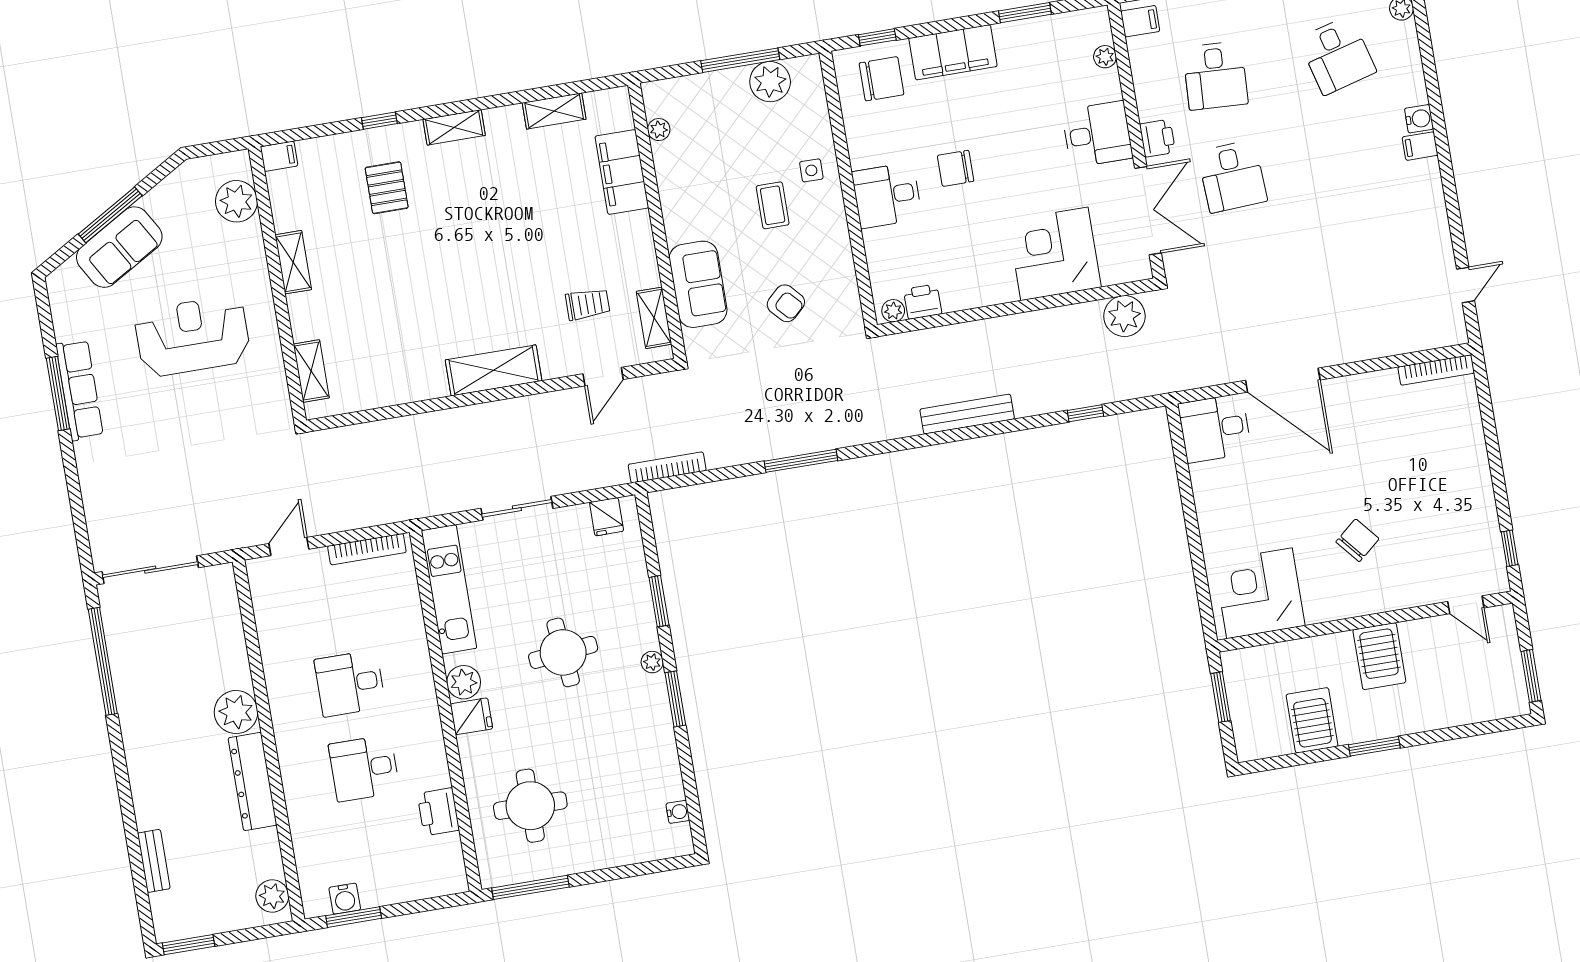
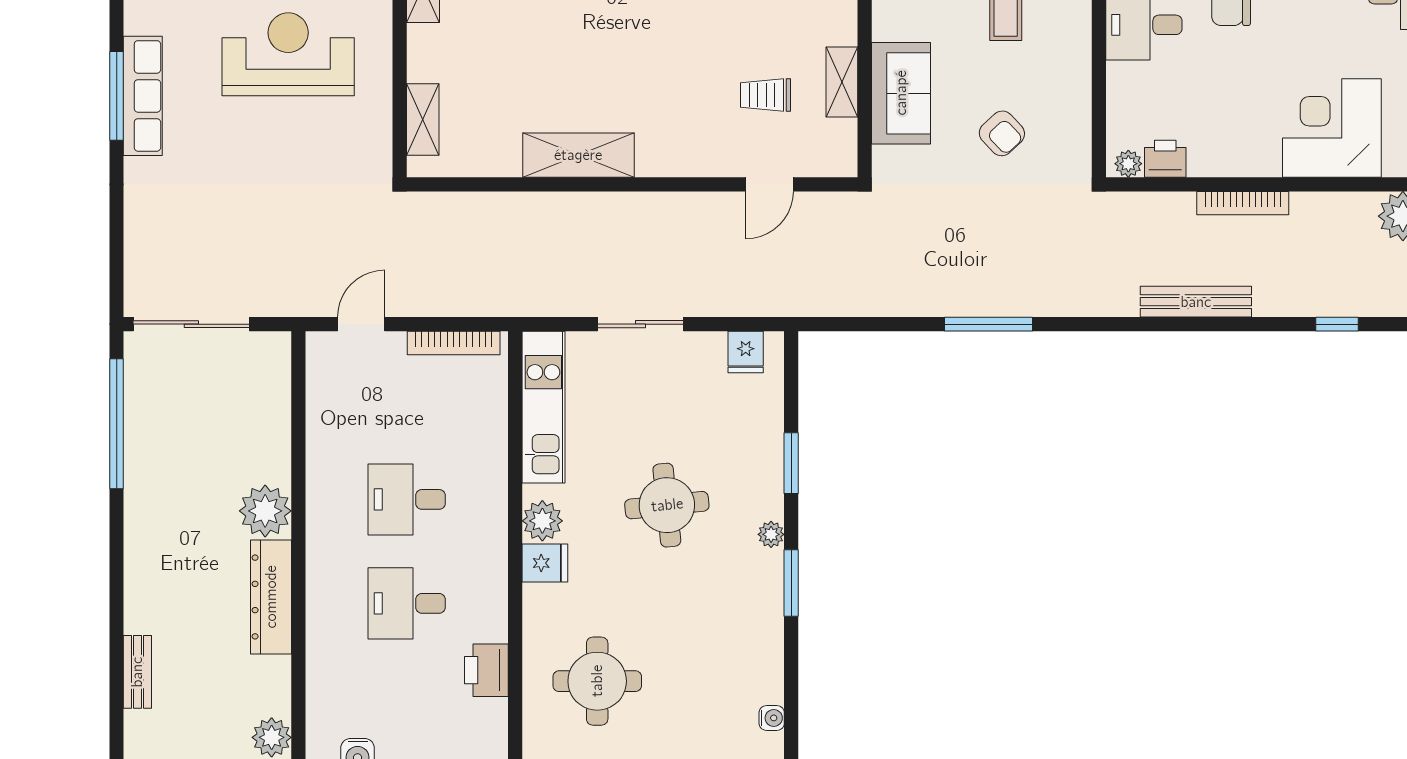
trolley: (588, 304) -> (765, 95), turned 180
shelving: (654, 318) -> (842, 82), moved
shelving: (494, 370) -> (578, 155), moved
bookcase: (667, 467) -> (1243, 203), moved, turned 180

